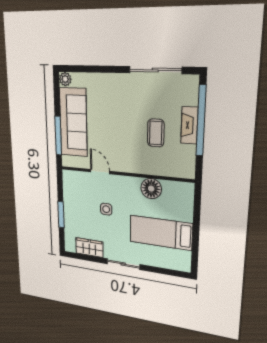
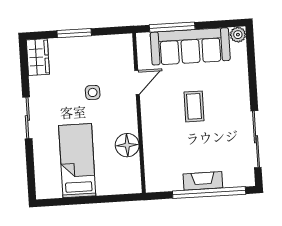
coffee table: (156, 133) -> (194, 106), moved, turned 90
wardrobe: (89, 248) -> (38, 57), moved

